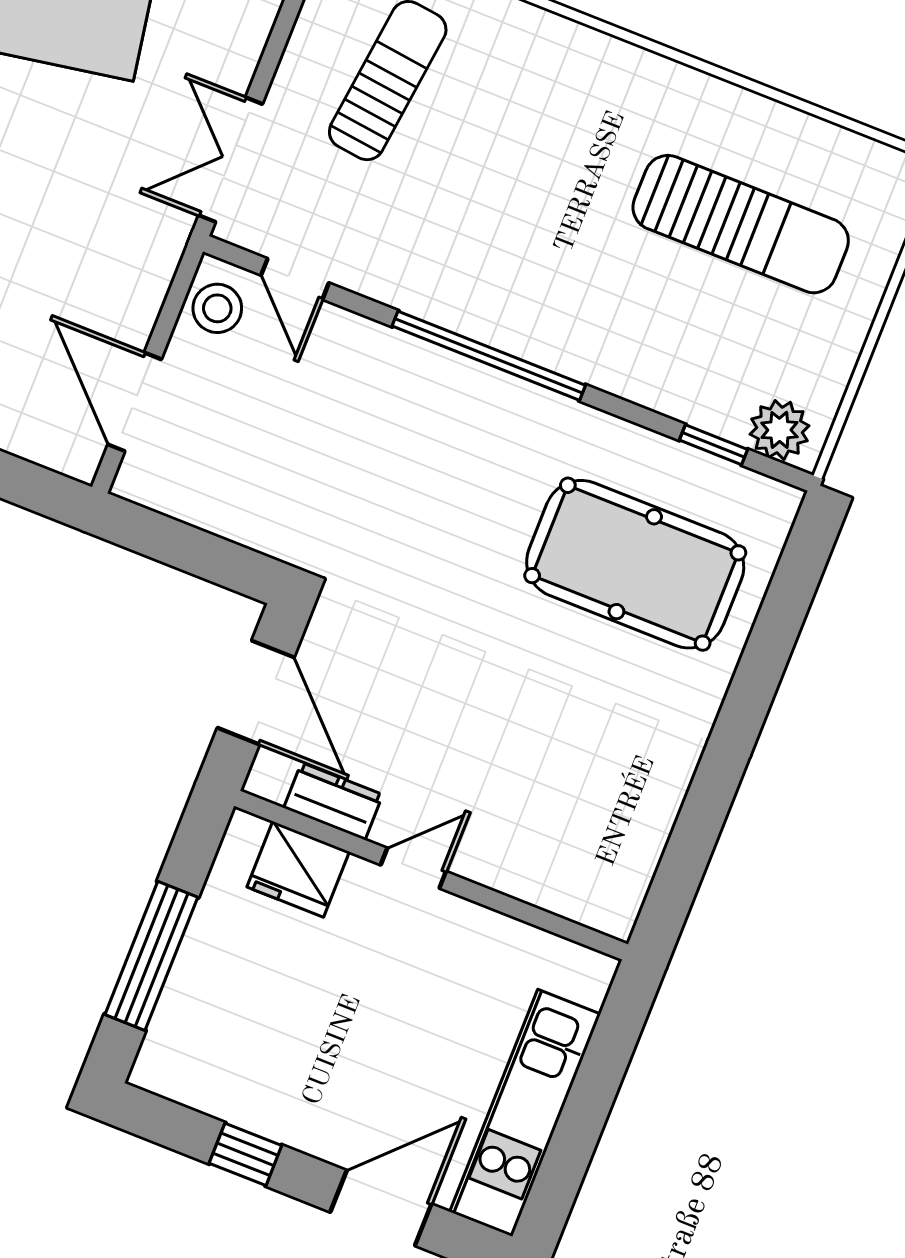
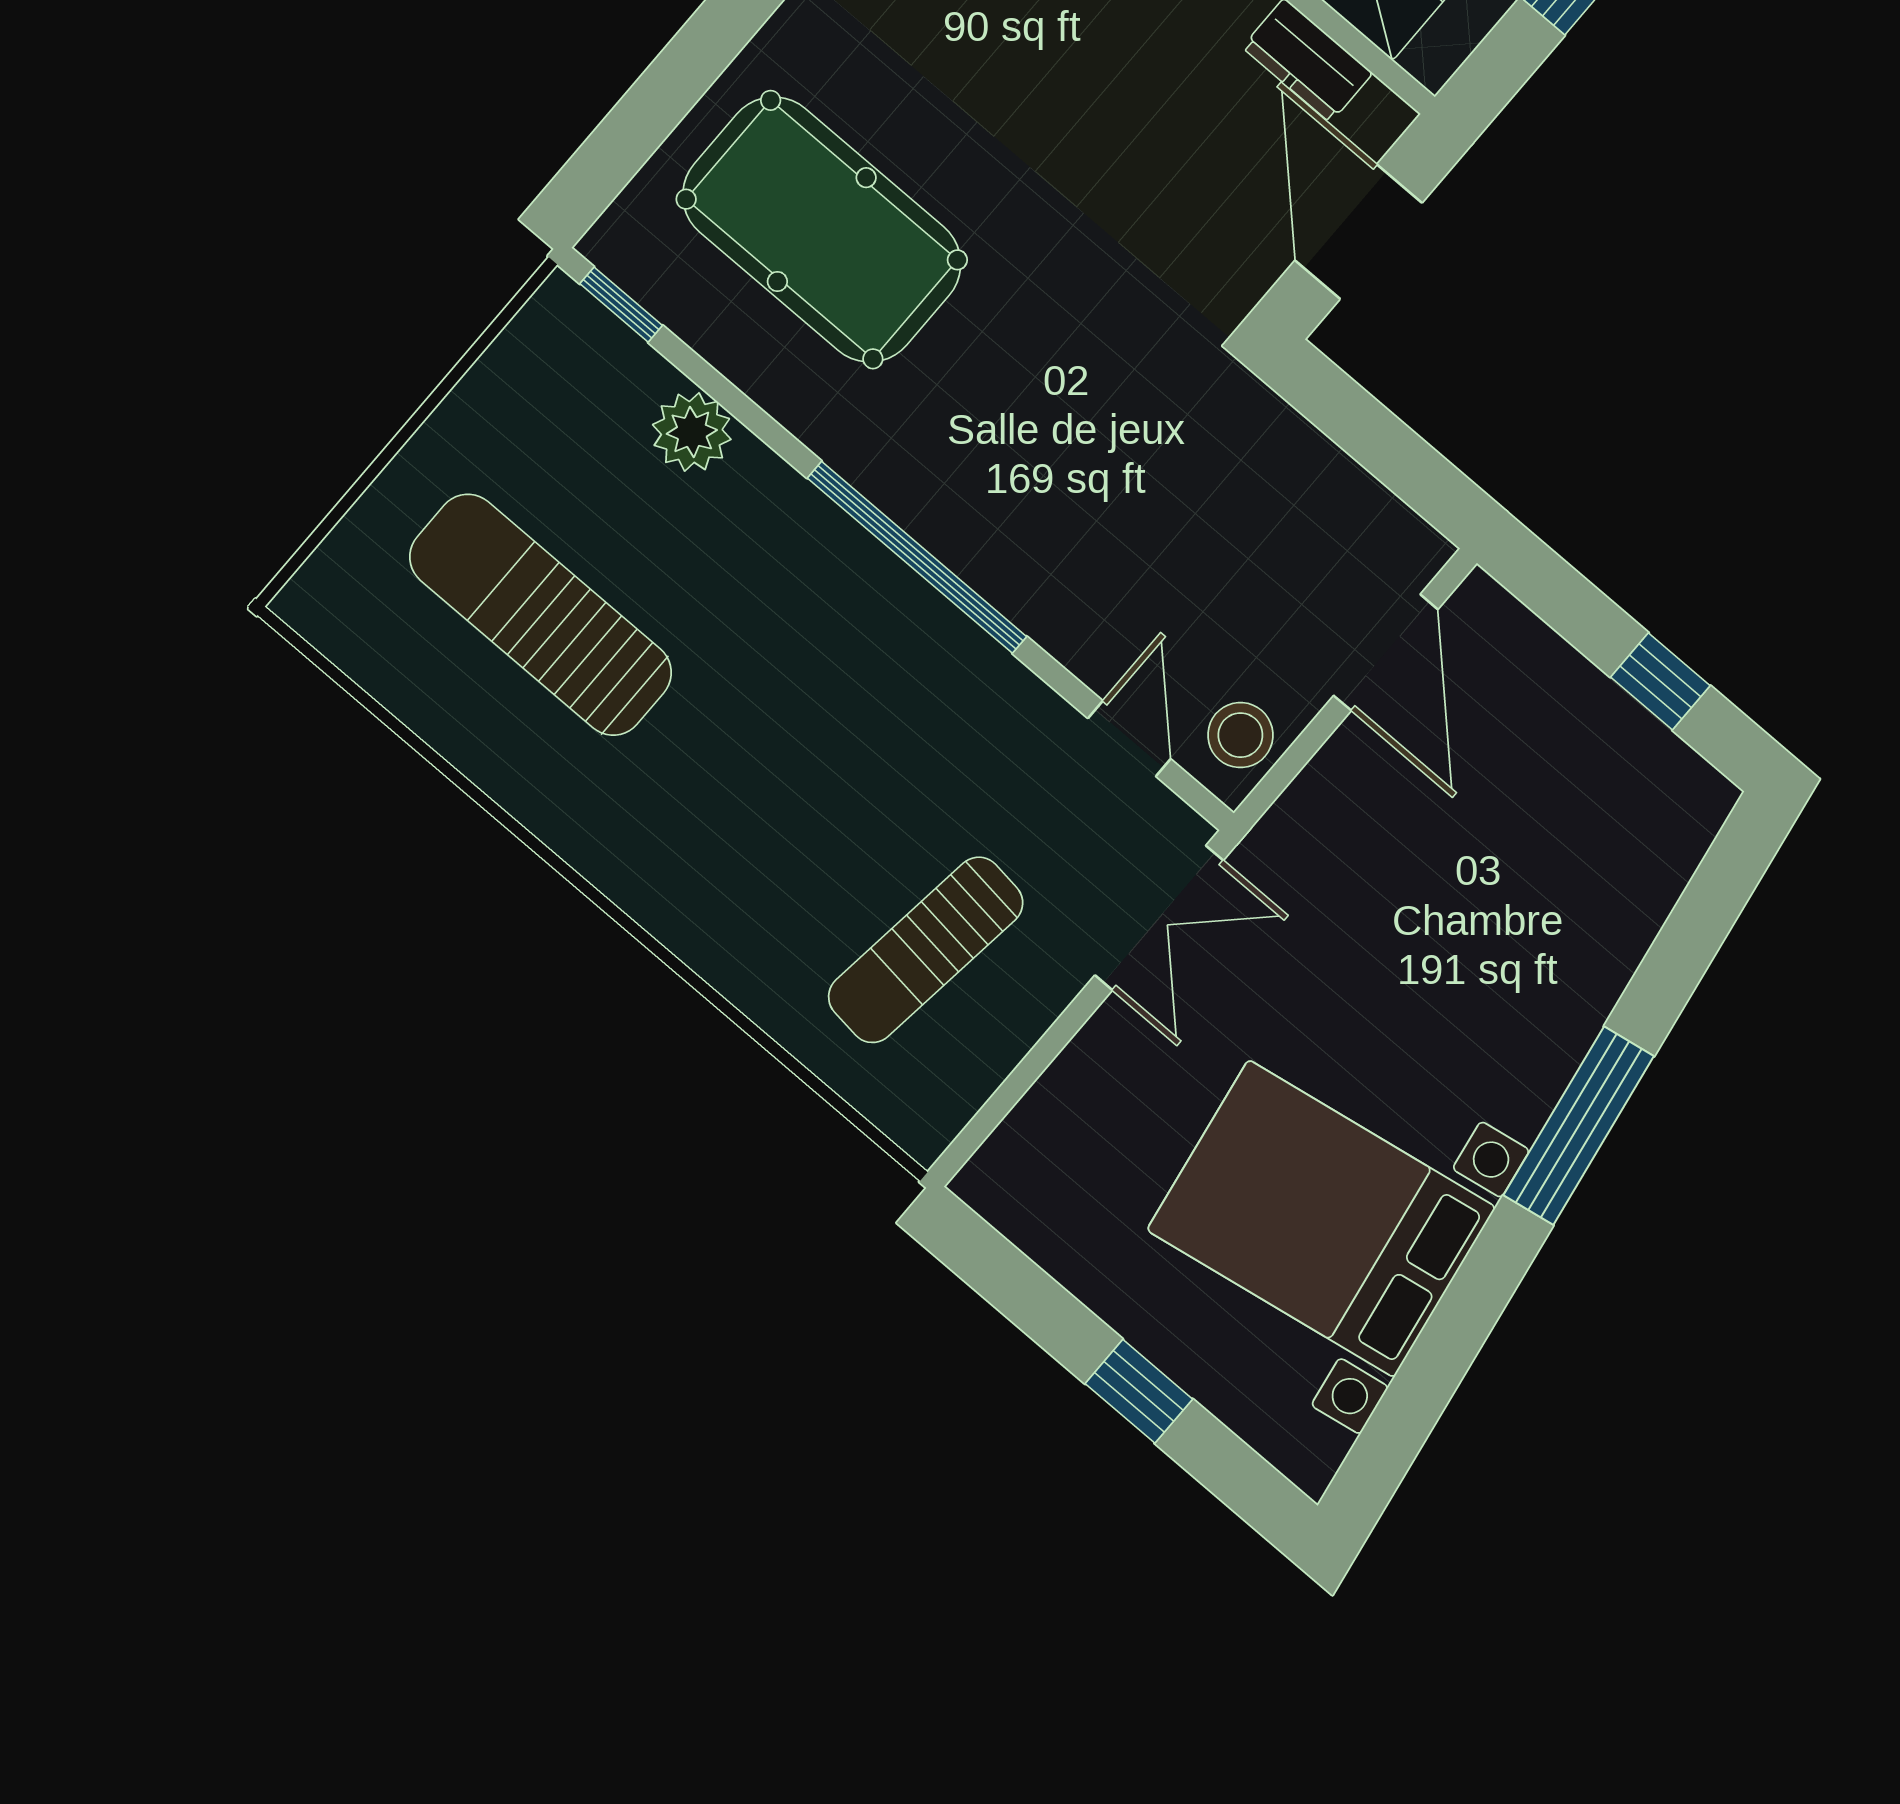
plant: (779, 430) -> (692, 432), moved
window: (714, 445) -> (621, 305), moved

